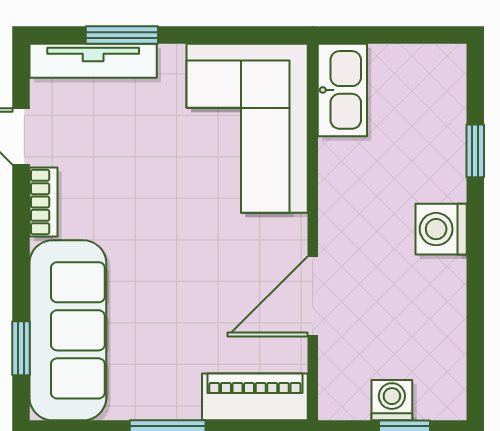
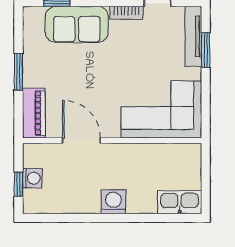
kitchen sink: (342, 90) -> (180, 202), moved, turned 180
window: (475, 151) -> (151, 218), removed
sofa: (68, 330) -> (77, 24), width x0.73

